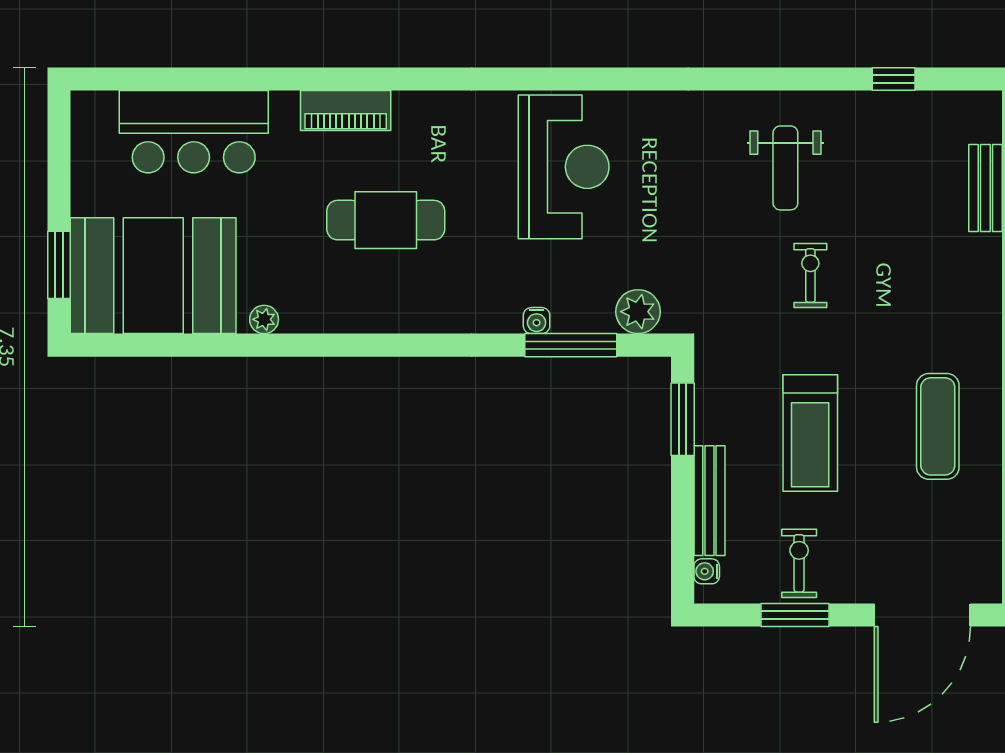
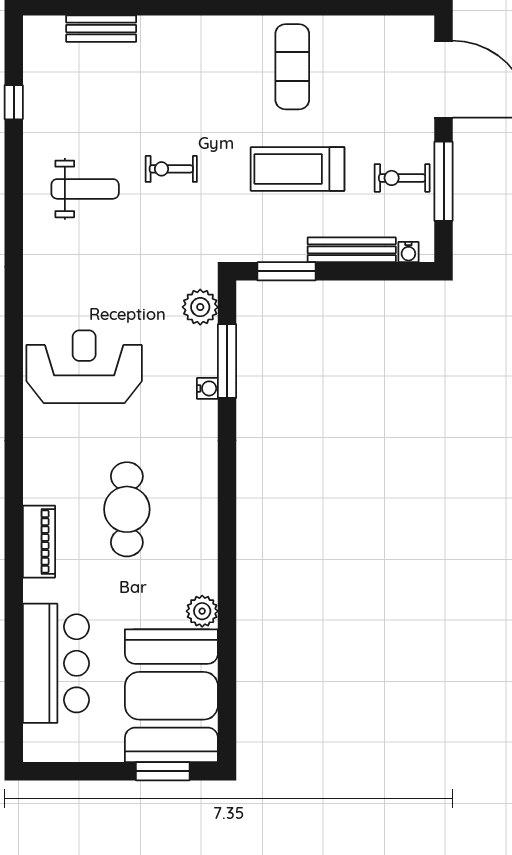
plant: (264, 319) -> (202, 611), width x1.38, depth x1.38
exercise mat: (938, 426) -> (292, 67), turned 90
treadmill: (810, 433) -> (298, 169), turned 180
window: (795, 615) -> (444, 181), width x1.44

